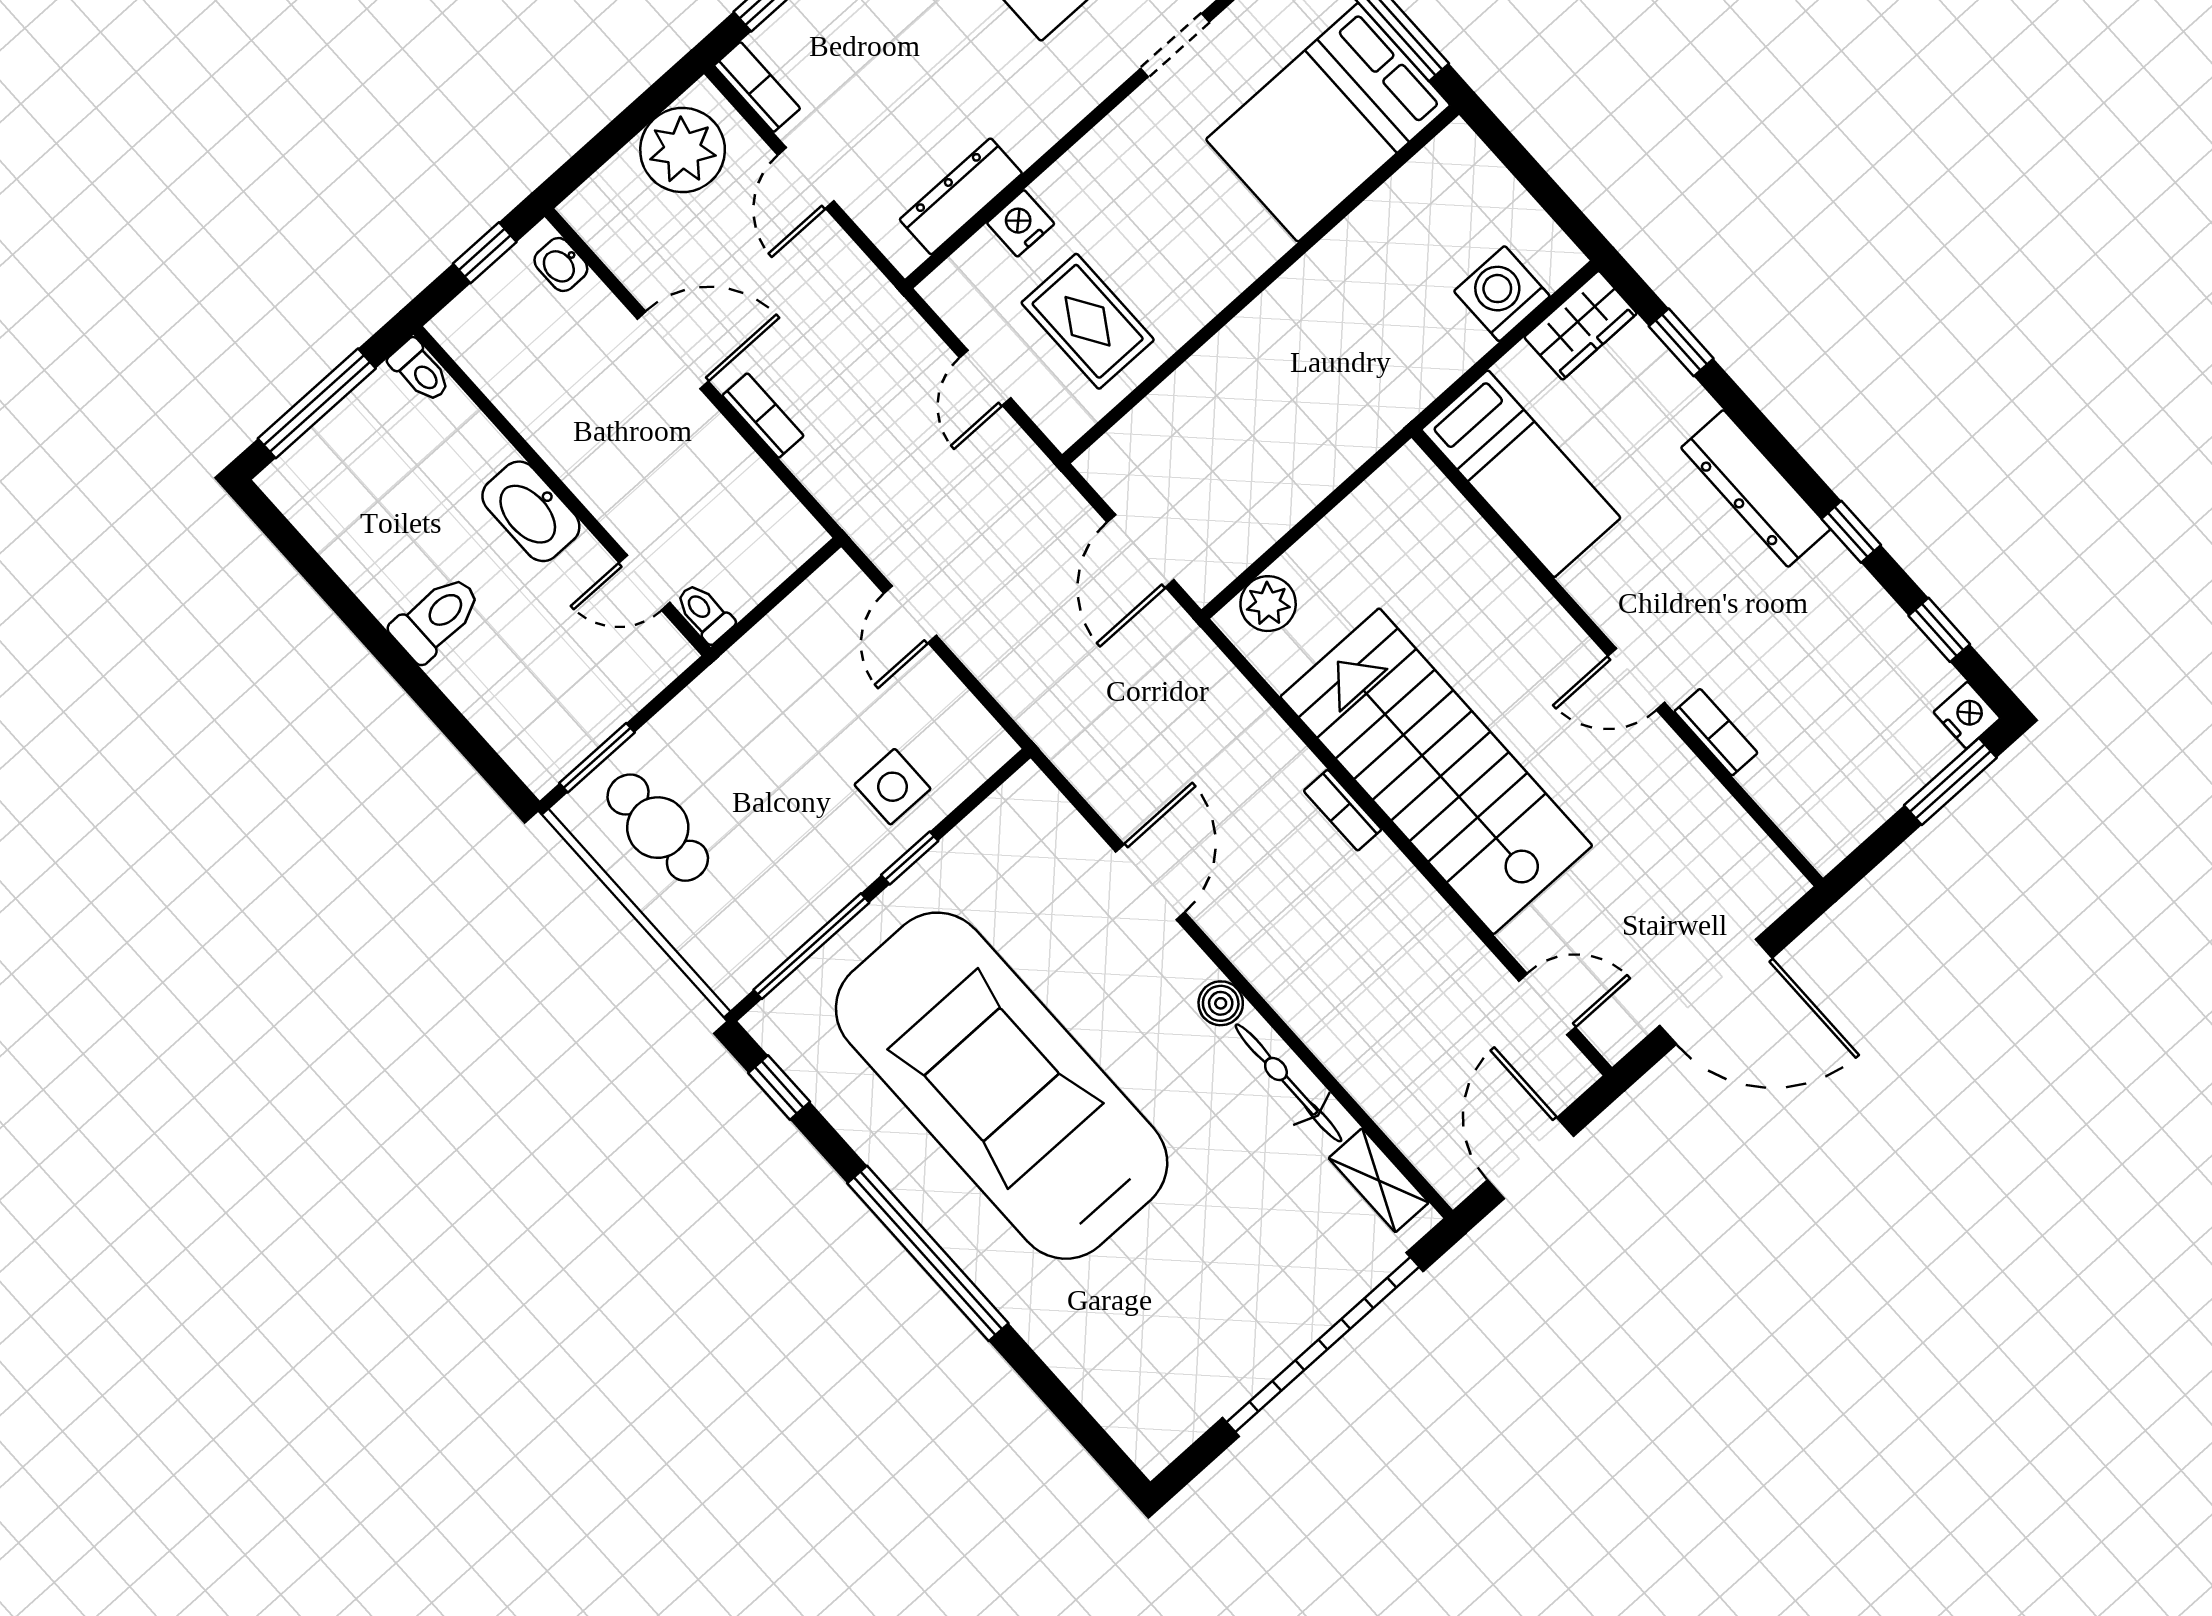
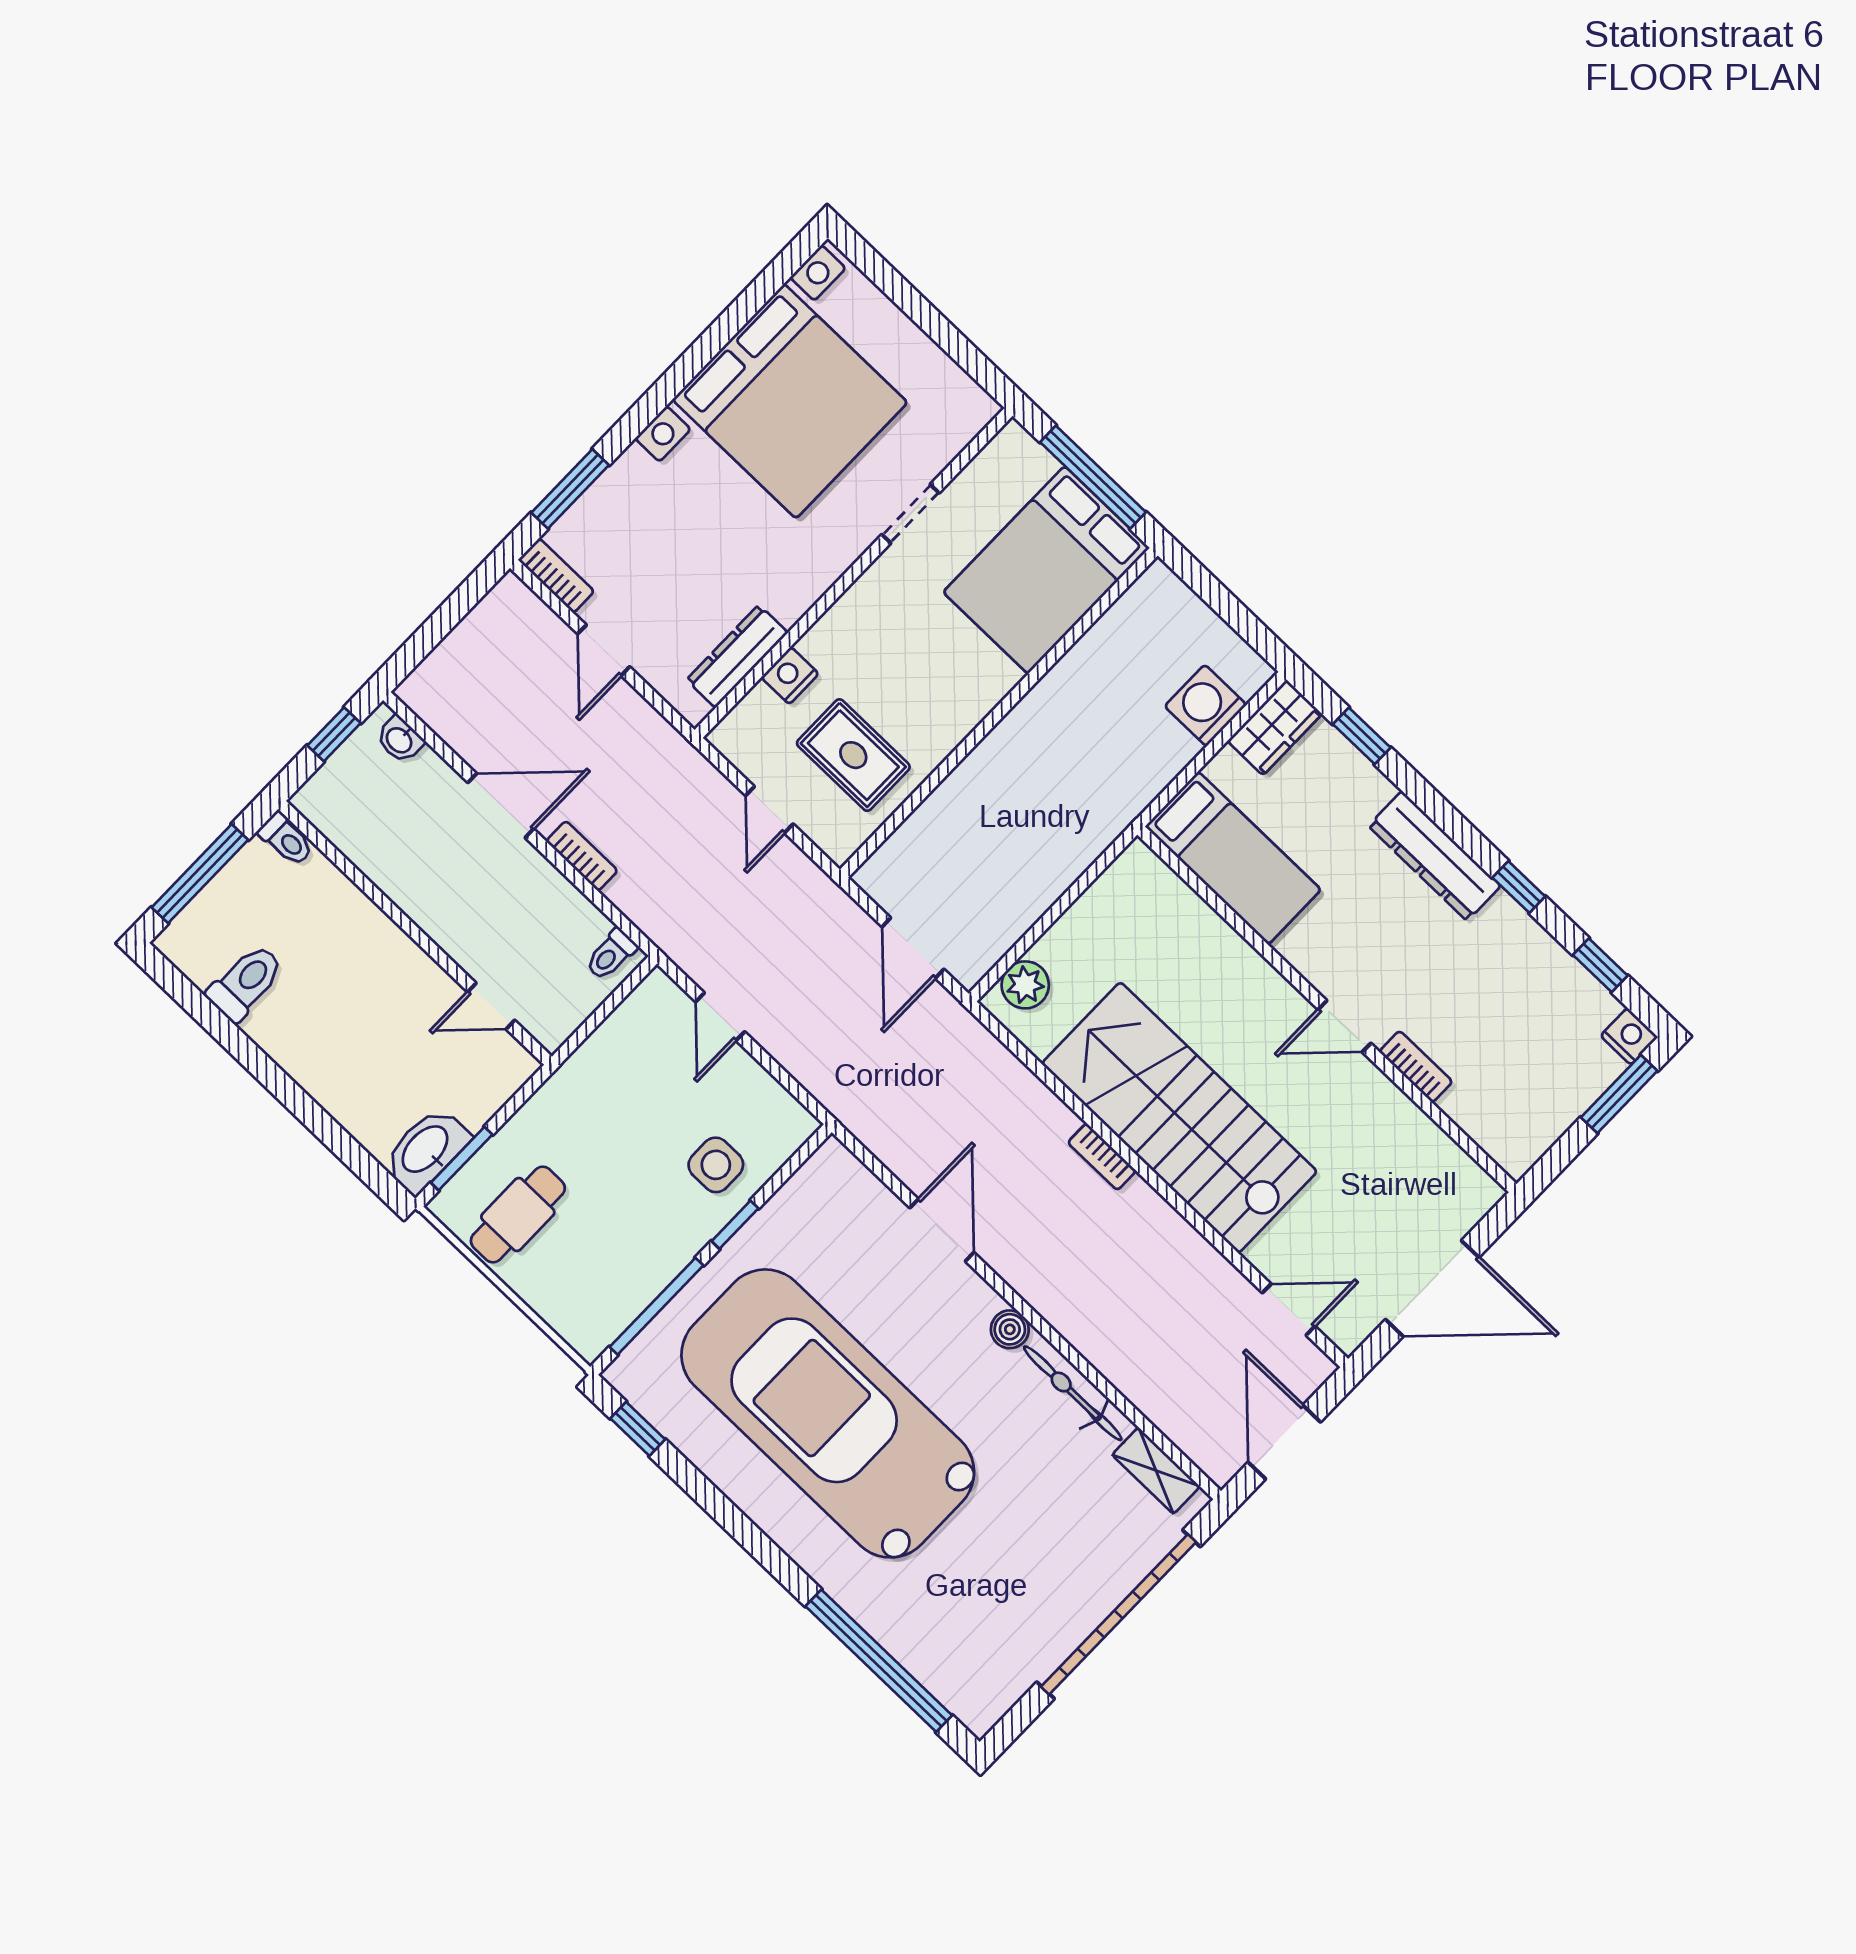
plant: (683, 150) -> (497, 634), removed
washbasin: (531, 511) -> (426, 1150), moved, turned 90
toilet: (705, 613) -> (611, 954), moved, turned -90
toilet: (436, 618) -> (246, 983), moved
cafe table: (658, 828) -> (518, 1215), turned 90
window: (928, 1253) -> (879, 1661), moved

